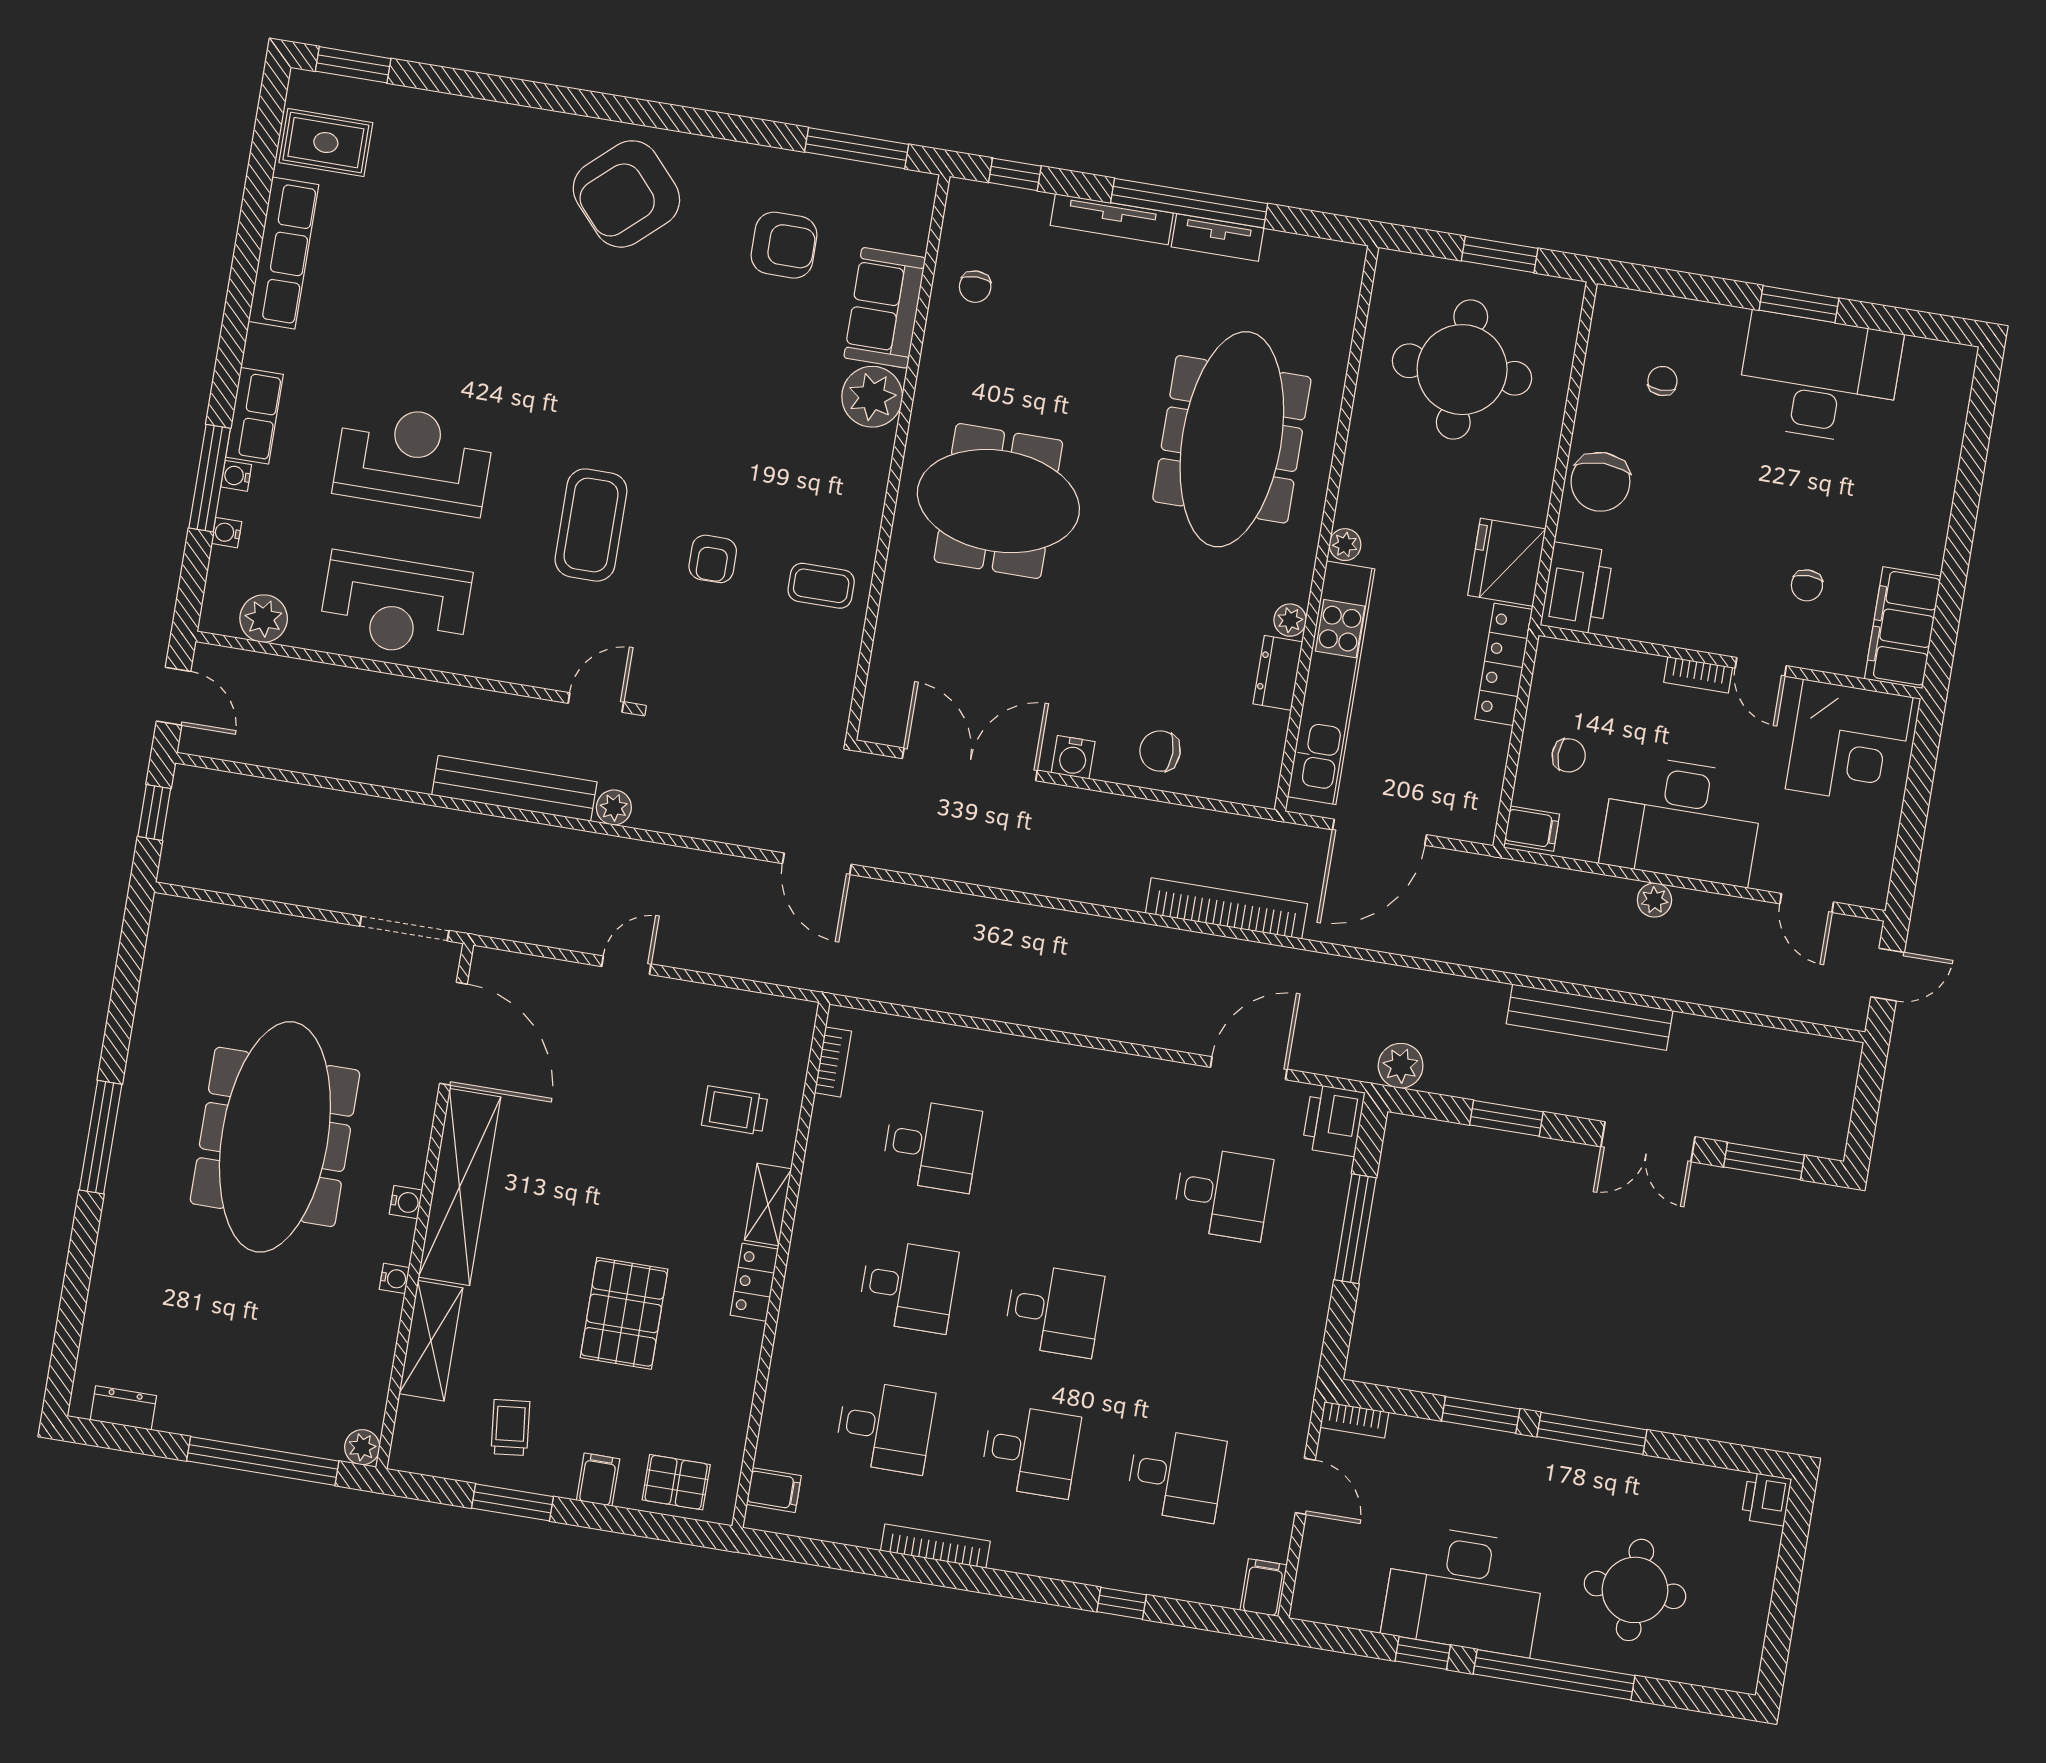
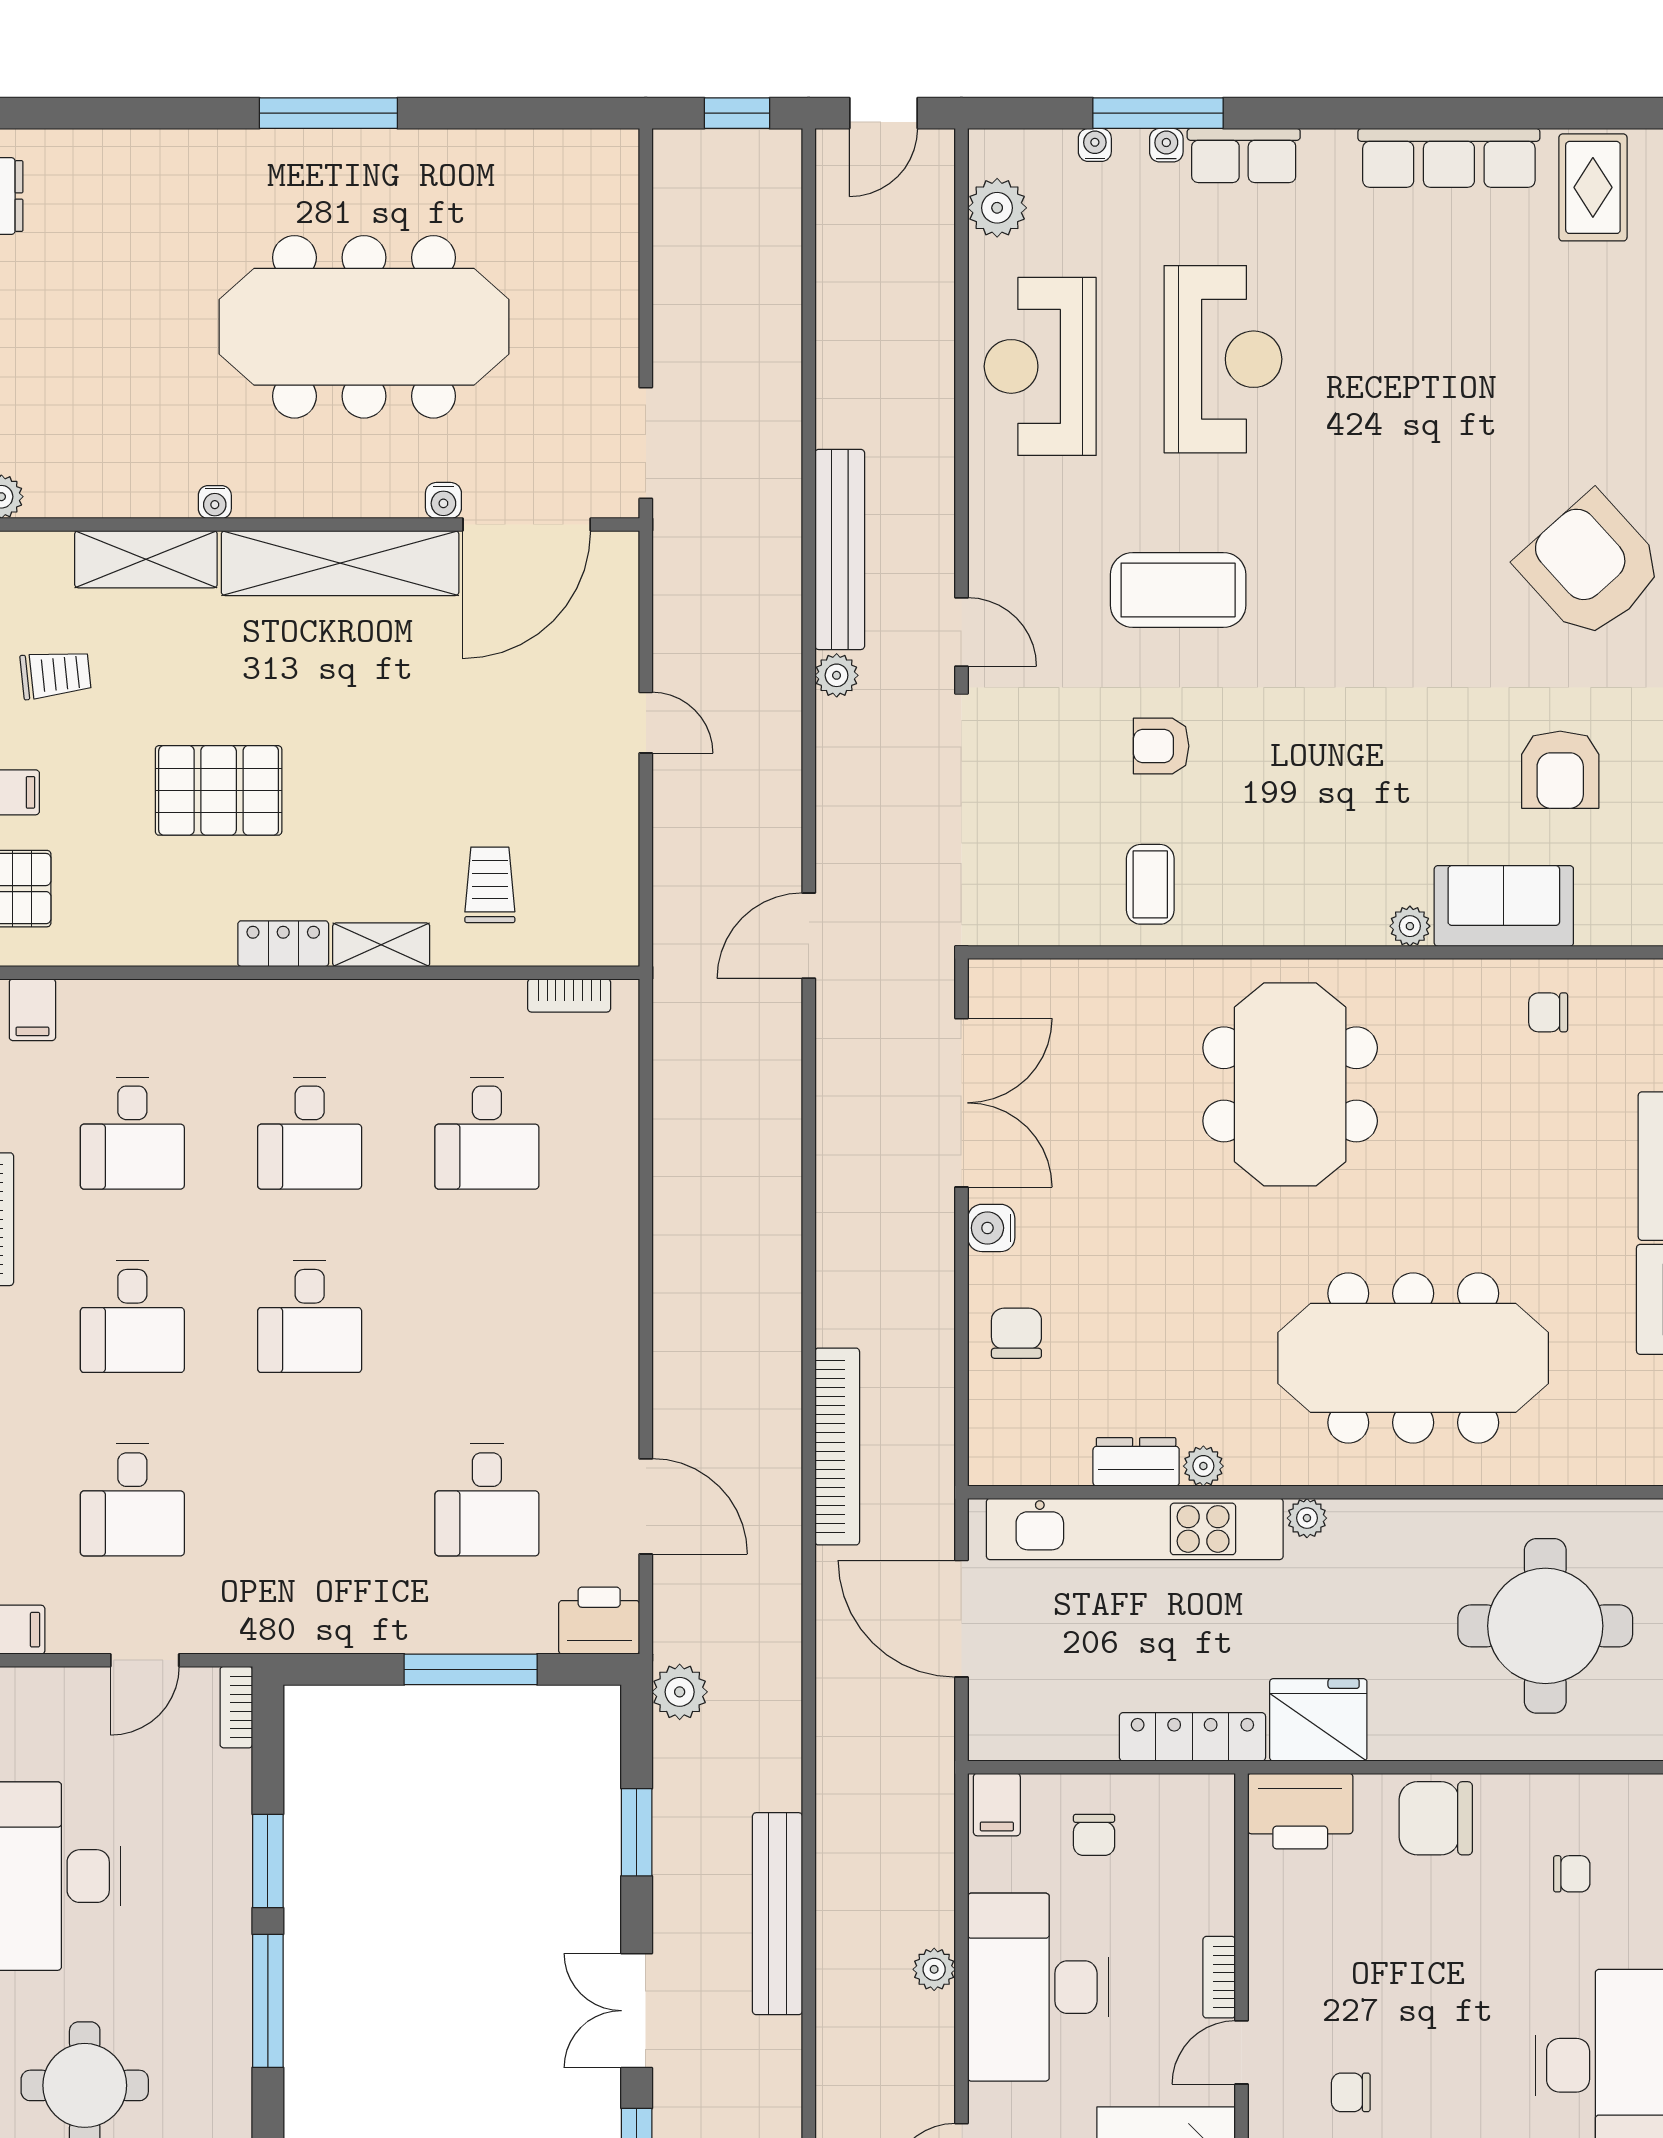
plant: (872, 397) -> (1410, 926), width x0.53, depth x0.53
water cooler: (406, 1202) -> (443, 500), moved

